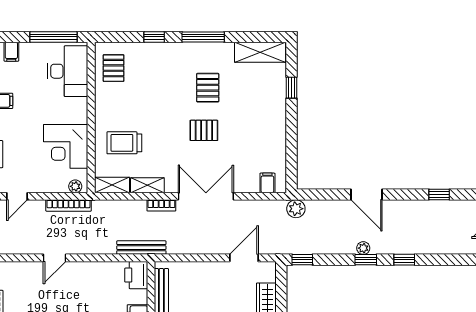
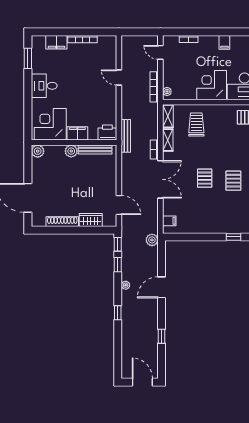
pallet: (208, 88) -> (233, 181), turned 90
corner desk: (66, 146) -> (212, 85), moved
window: (366, 260) -> (118, 265), moved

